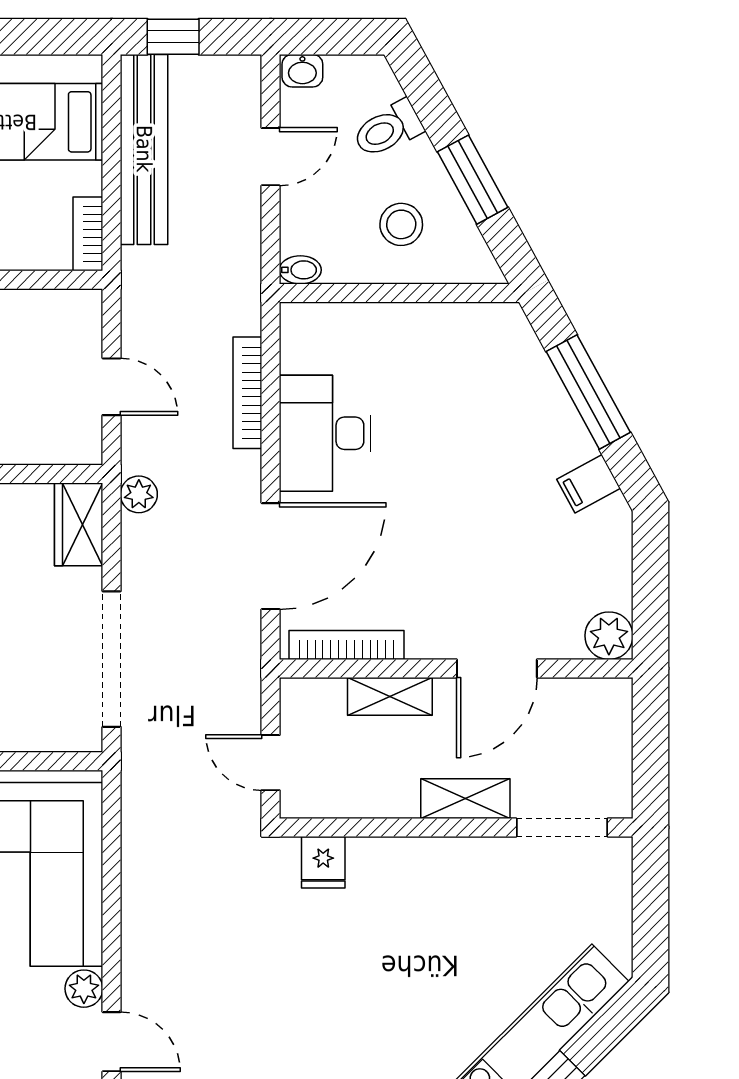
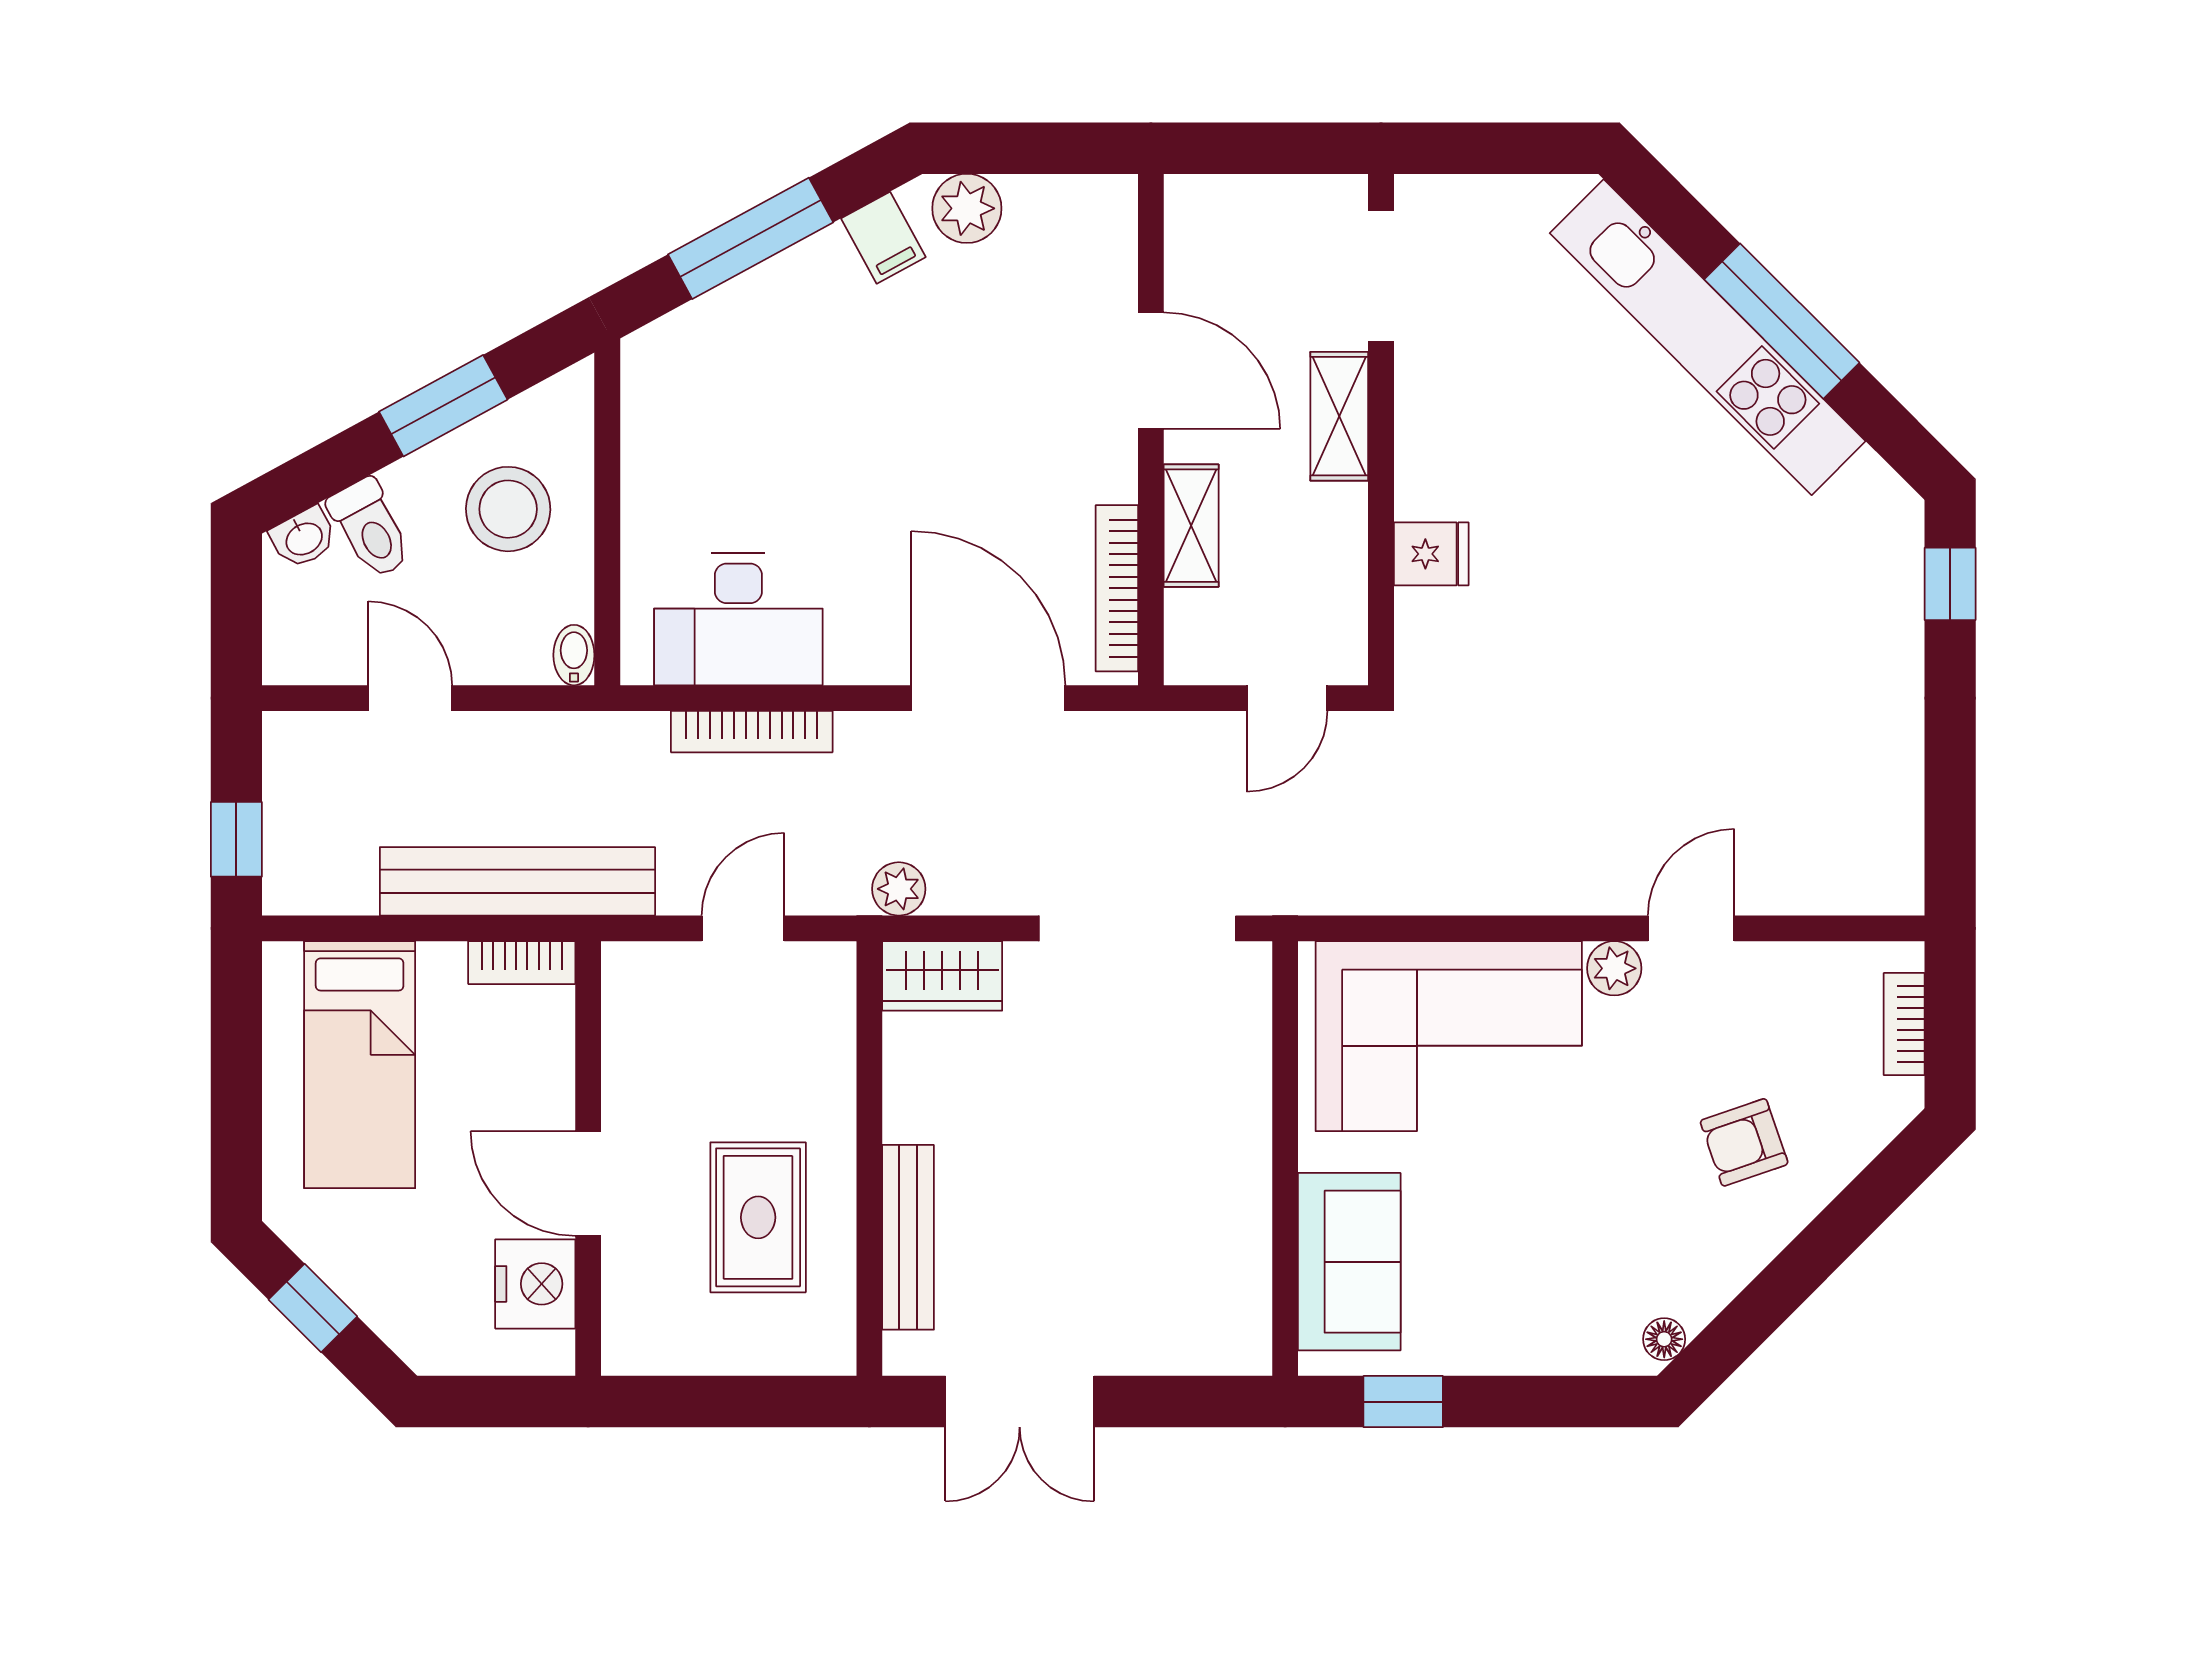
washbasin: (302, 71) -> (303, 538), moved, turned 61
bench: (144, 149) -> (517, 881), moved
stool: (401, 224) -> (508, 509), width x1.38, depth x1.38
desk: (325, 433) -> (738, 619), moved
plant: (609, 636) -> (967, 208), moved
fridge: (323, 862) -> (1431, 554), moved

